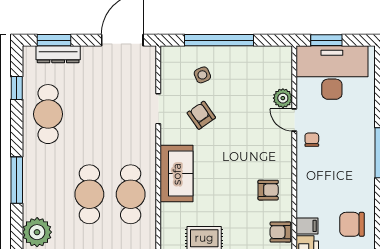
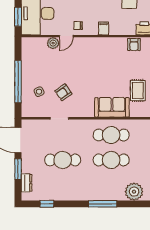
window: (54, 40) -> (18, 169), moved
dresser: (58, 54) -> (27, 183), width x0.70
cafe table: (48, 114) -> (63, 160), moved
sofa: (177, 174) -> (112, 107), moved
armchair: (268, 190) -> (109, 52), removed
filing cabinet: (307, 226) -> (104, 28), moved

